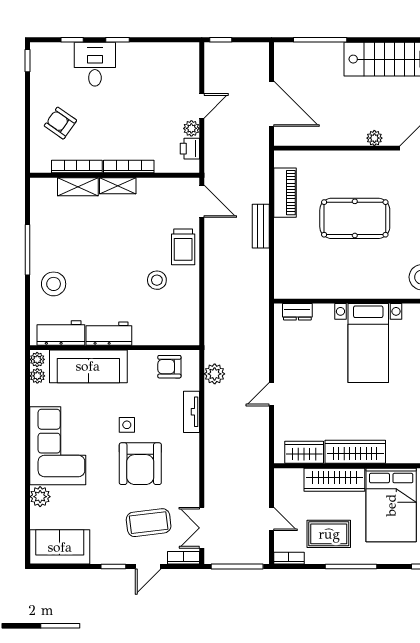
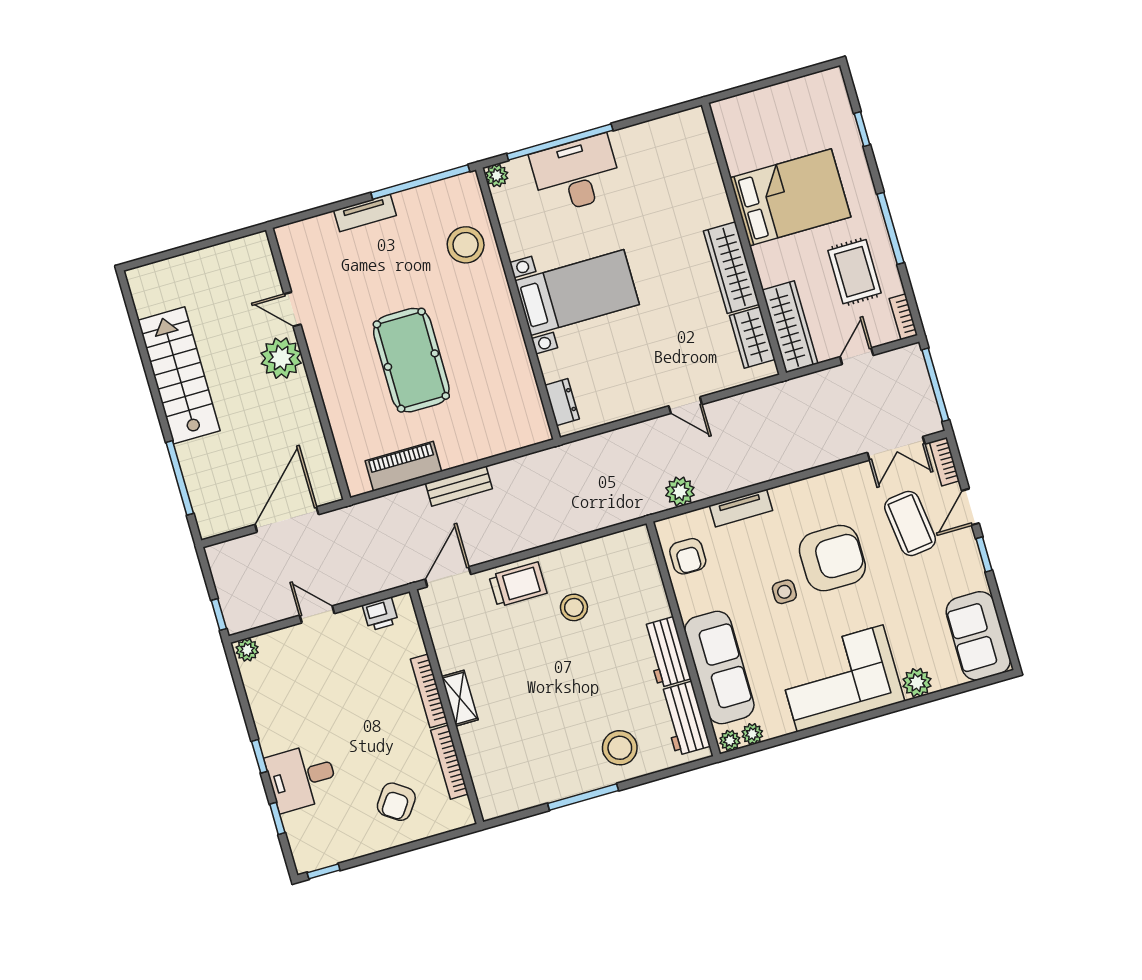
plant: (191, 128) -> (247, 650), moved
plant: (374, 138) -> (281, 358), width x1.88, depth x1.88
shelving: (78, 187) -> (477, 753), removed
wardrobe: (334, 480) -> (790, 327), moved
door: (148, 566) -> (970, 507), swing flipped

